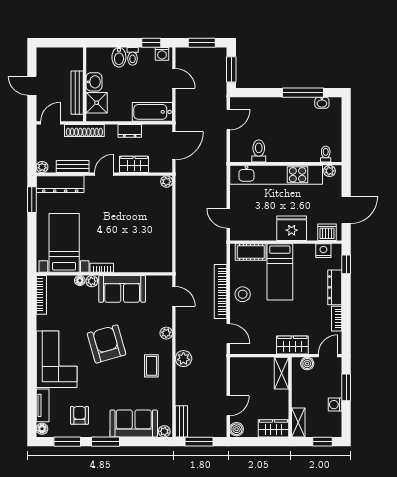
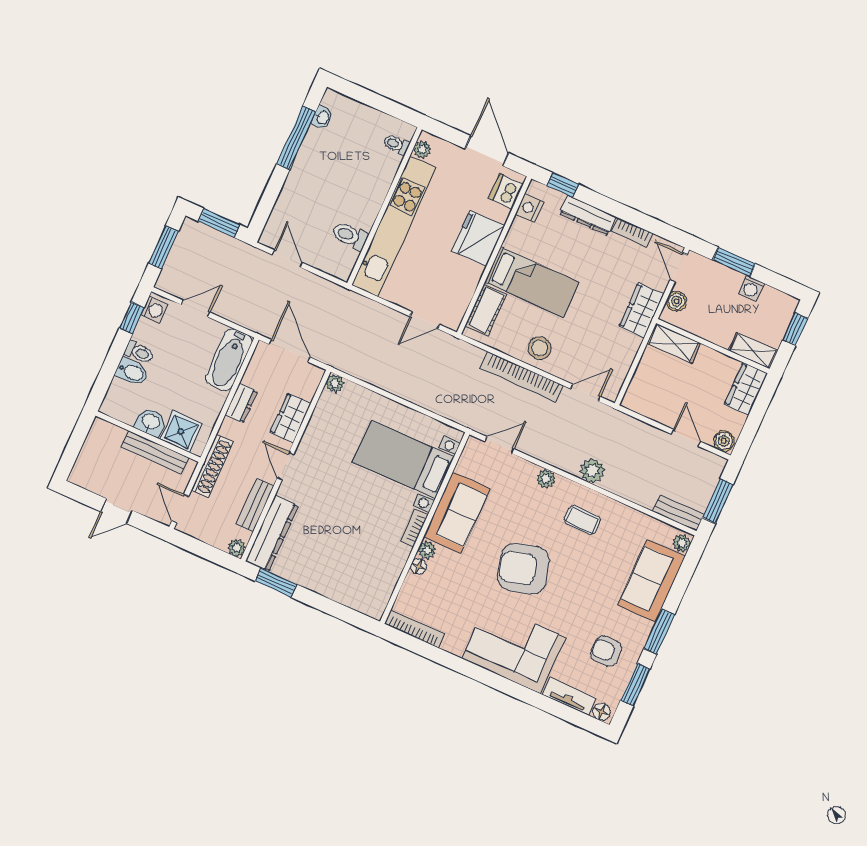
bed with nightstands: (64, 243) -> (403, 459), moved

